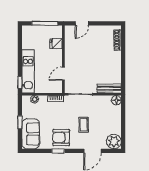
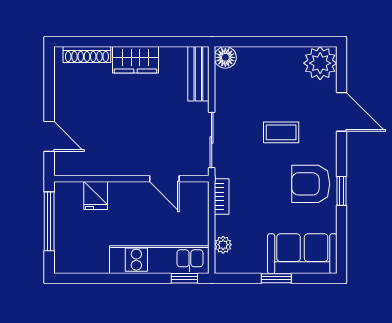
wardrobe: (115, 61) -> (135, 60), added
armchair: (61, 138) -> (311, 184), turned 90

